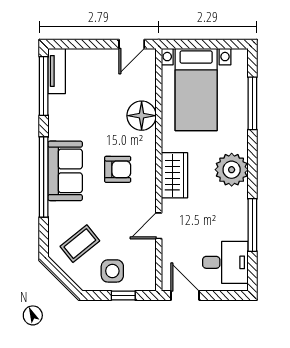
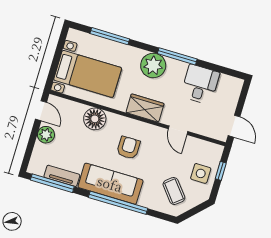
plant: (103, 60) -> (46, 135), added
tv unit: (57, 71) -> (62, 176), moved
sofa: (65, 171) -> (110, 184), width x1.36
window: (252, 225) -> (177, 56), moved
desk: (225, 262) -> (200, 84), moved
door: (185, 296) -> (234, 126), swing flipped

